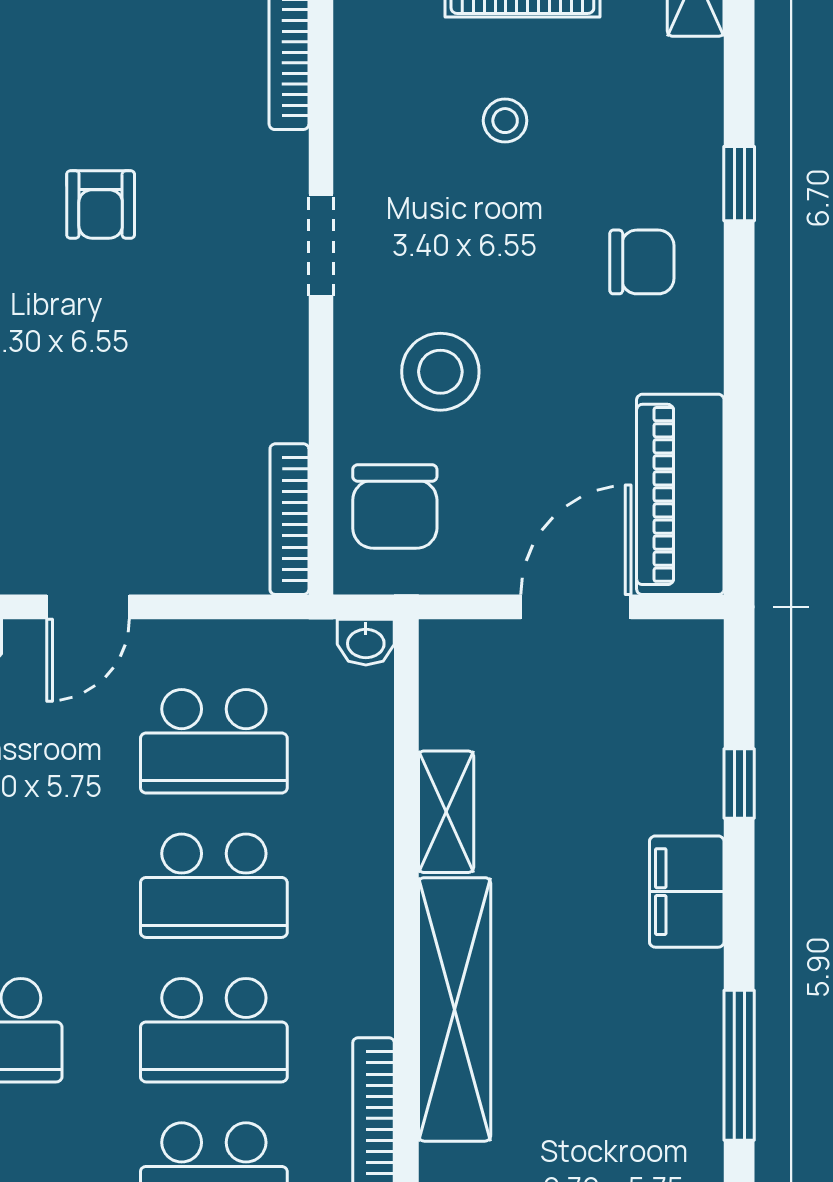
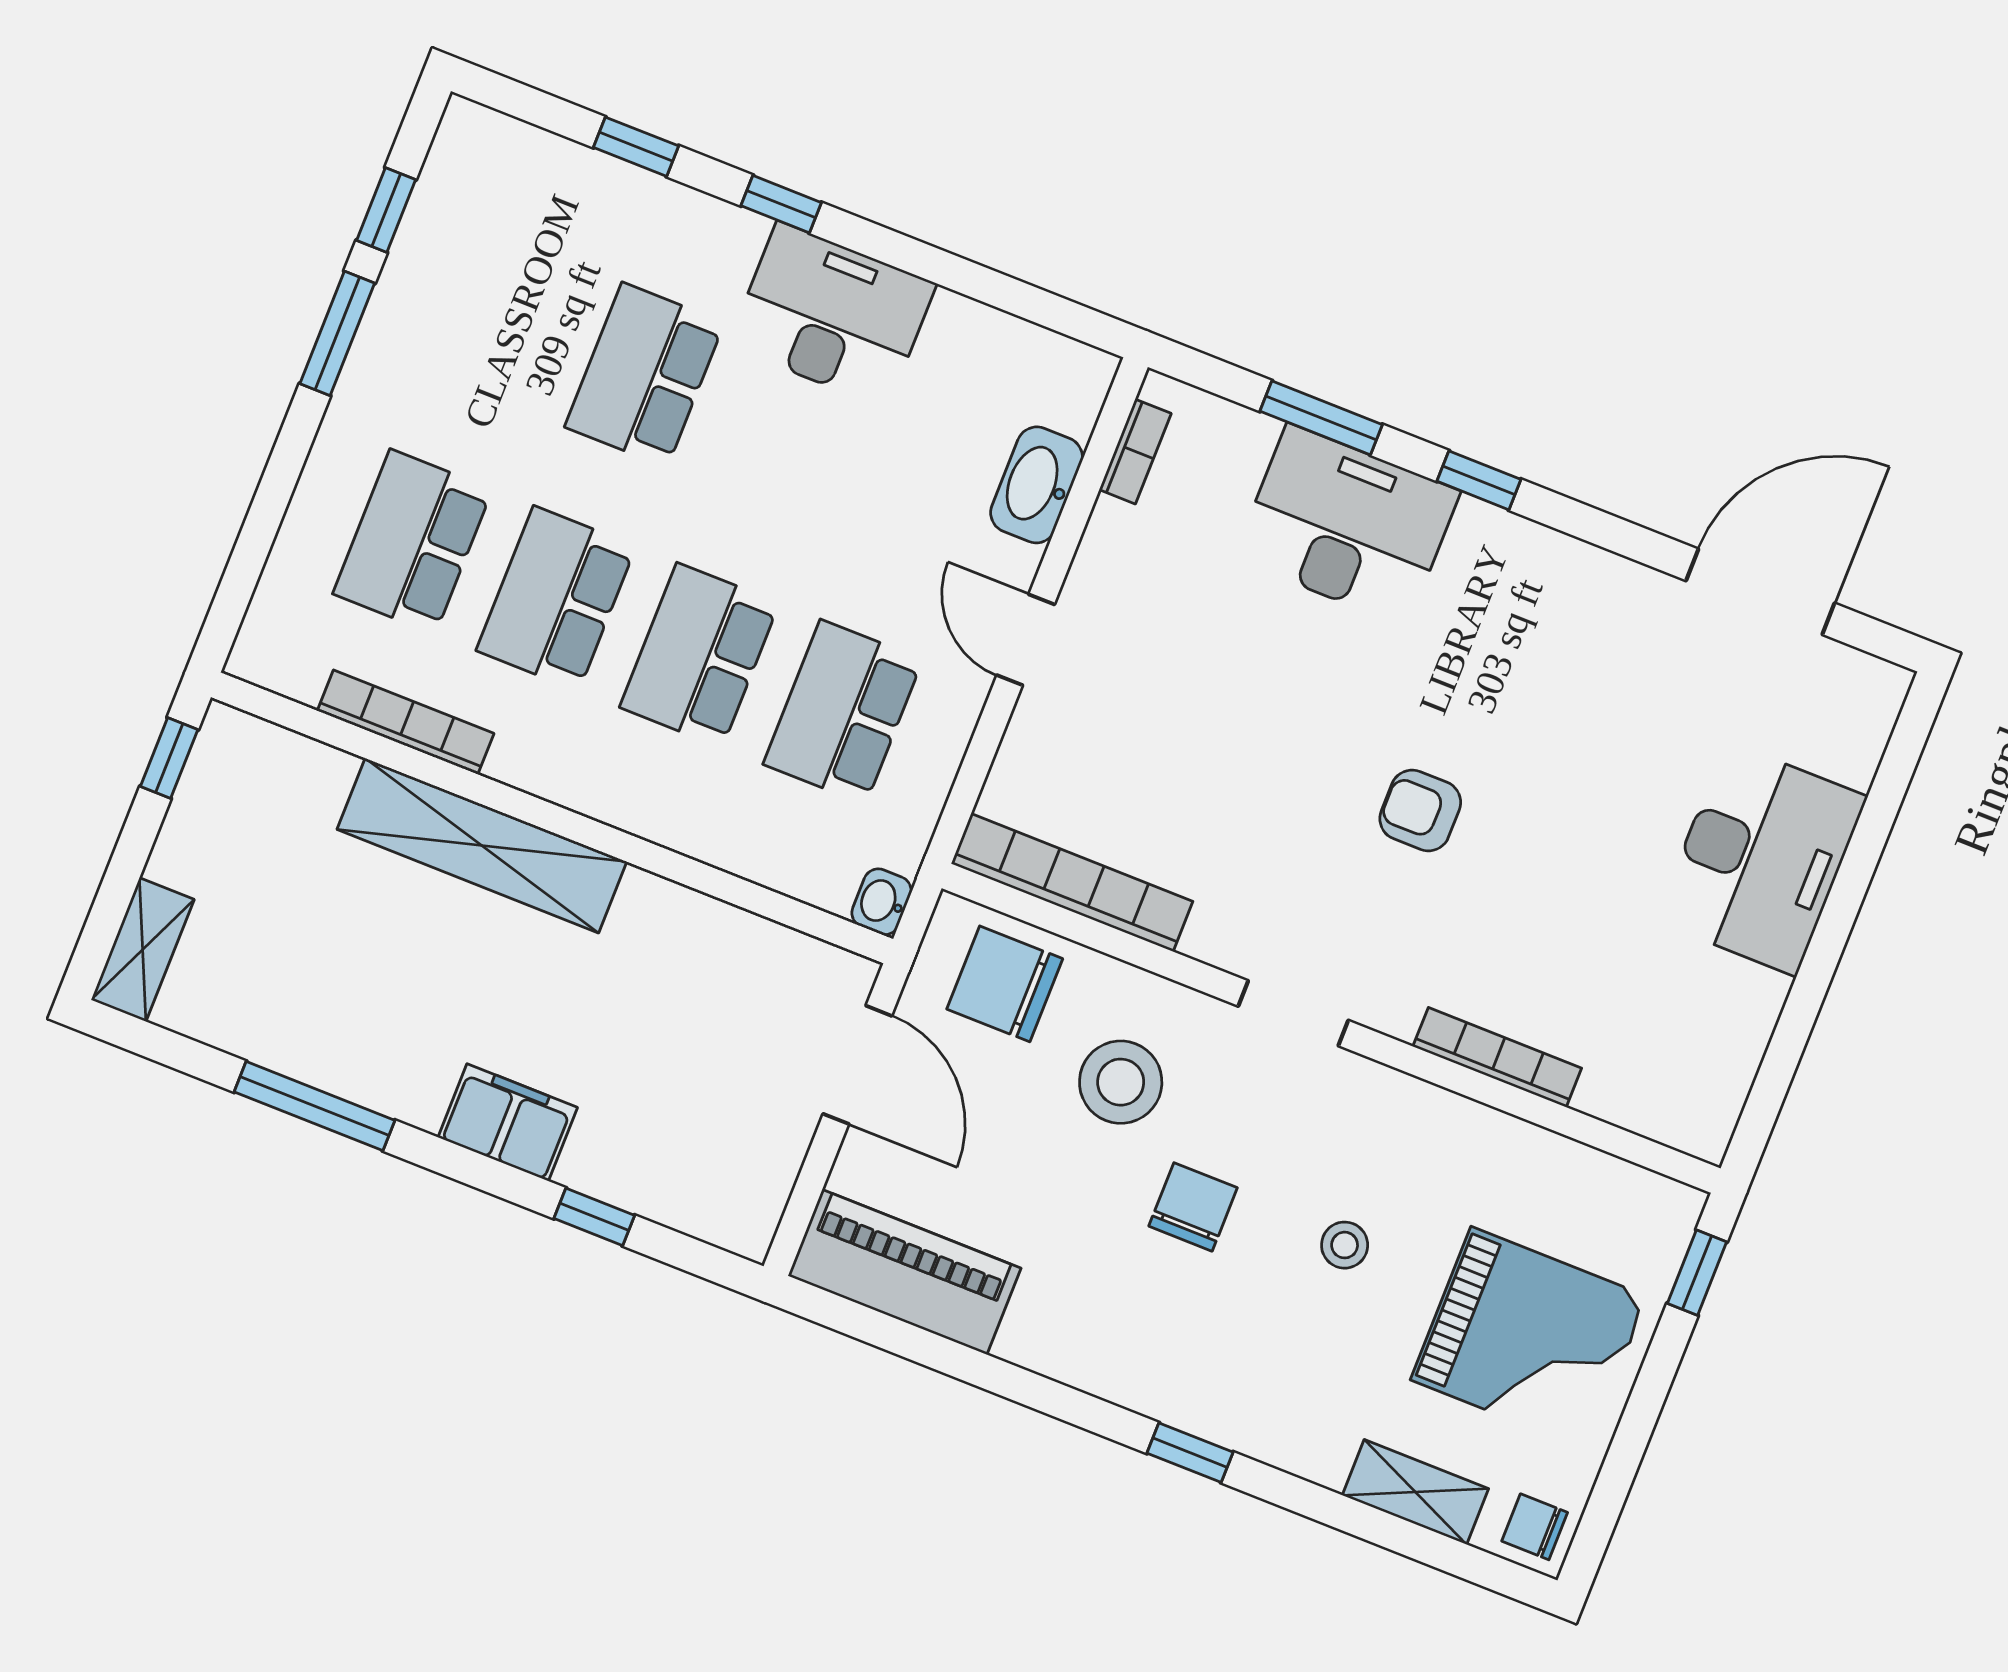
chair: (642, 262) -> (1193, 1207), moved, turned 180
bookcase: (289, 519) -> (1072, 883), width x1.48, depth x1.31
door: (576, 607) -> (857, 1065), moved
shelving: (446, 812) -> (682, 915), removed

